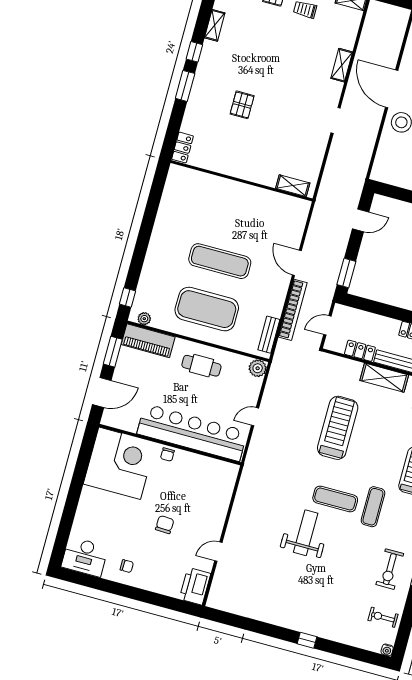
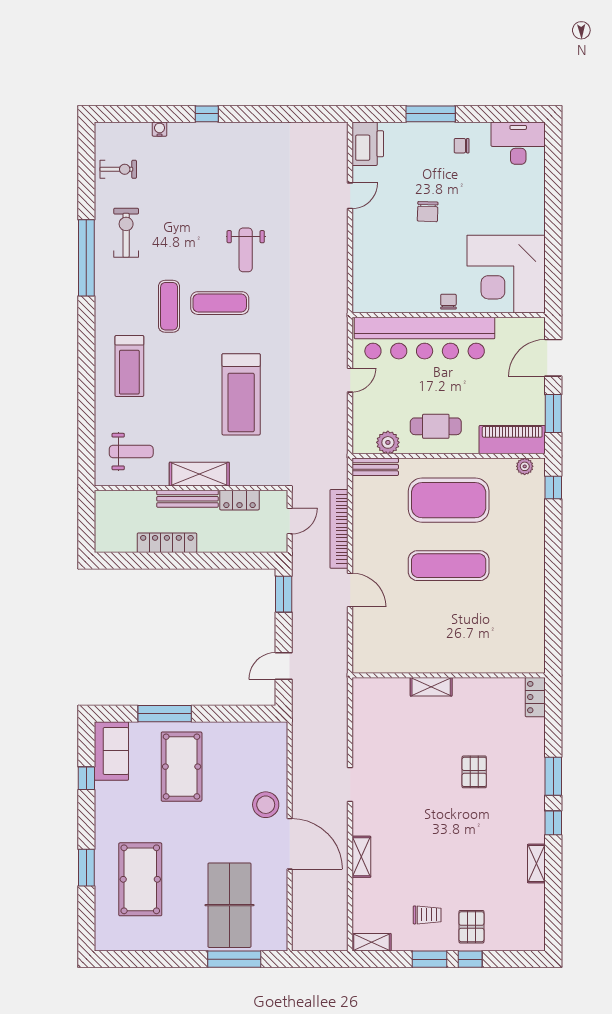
shelving: (293, 186) -> (431, 687), moved
bench: (269, 335) -> (375, 467), moved, turned 90
plant: (258, 368) -> (388, 442), moved
weight bench: (306, 533) -> (246, 250), width x0.73, depth x0.75
window: (143, 596) -> (431, 114), added
water cooler: (387, 650) -> (160, 129), moved

